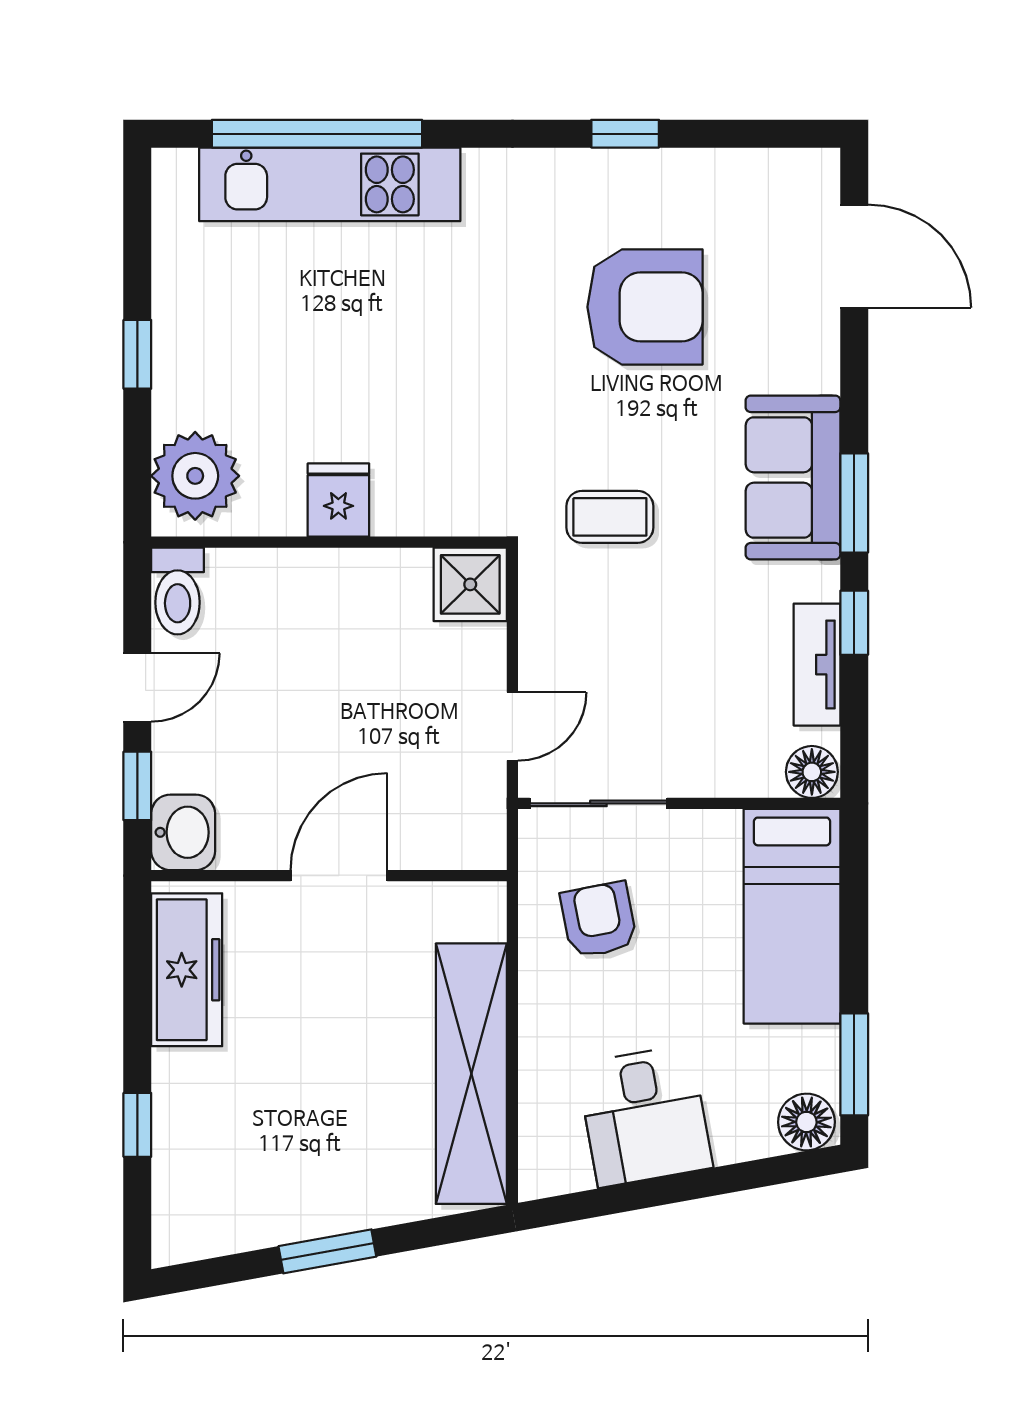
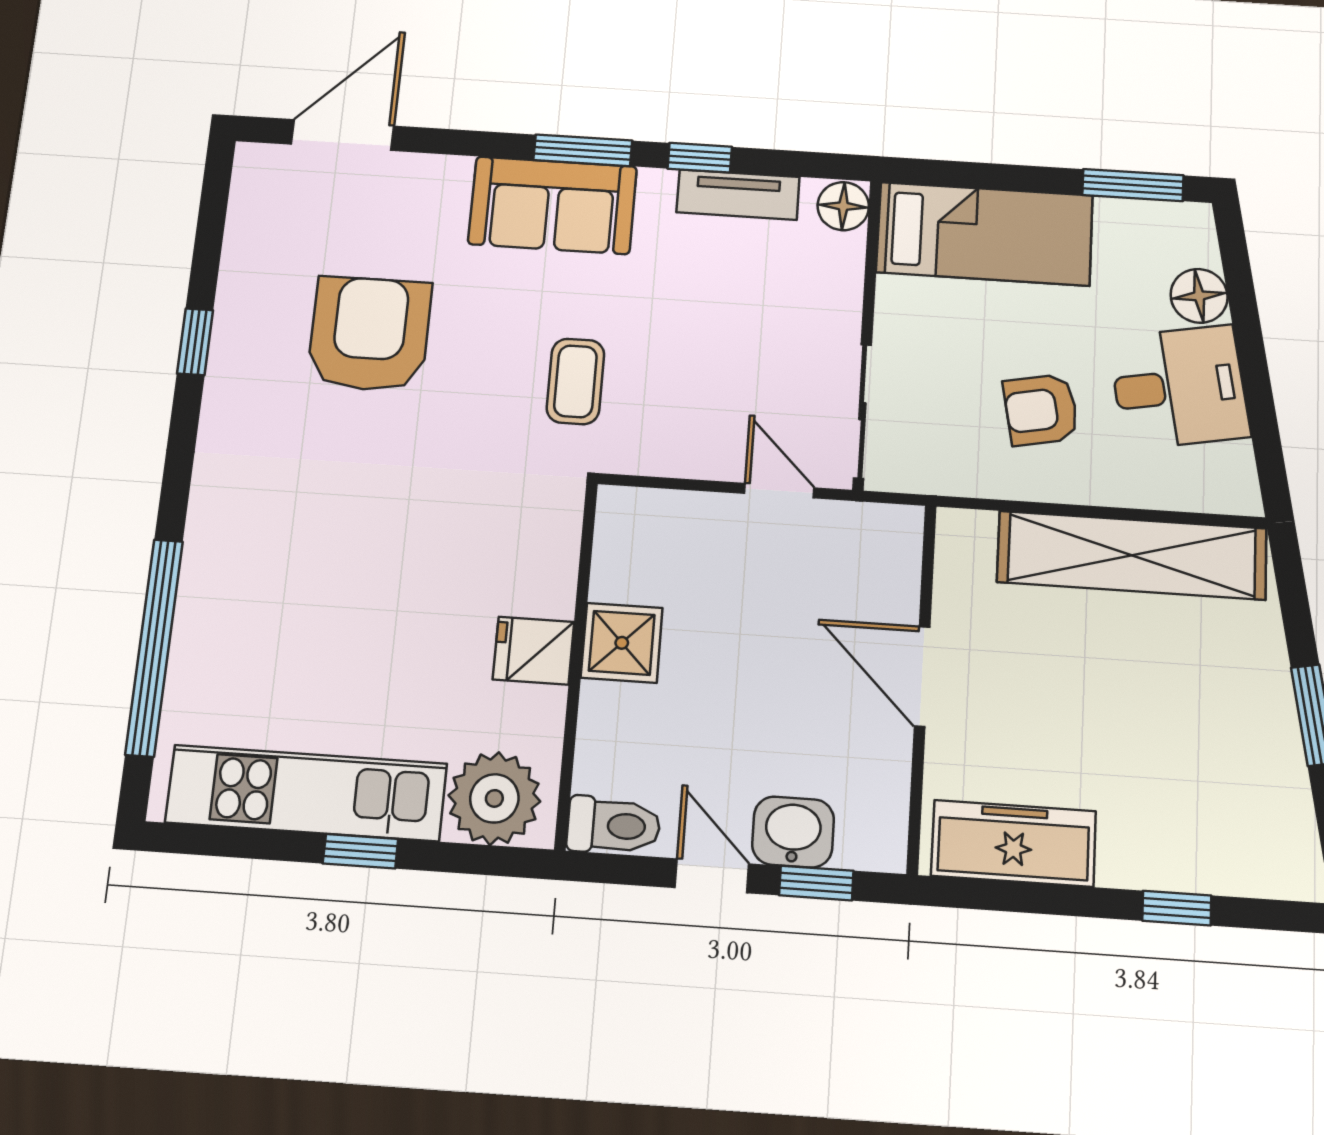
kitchen unit: (330, 184) -> (306, 793), moved, turned -90
shower: (470, 584) -> (622, 643), moved
washbasin: (183, 832) -> (793, 832), moved
armchair: (599, 920) -> (1041, 410), moved
floor lamp: (806, 1122) -> (1199, 296), moved

